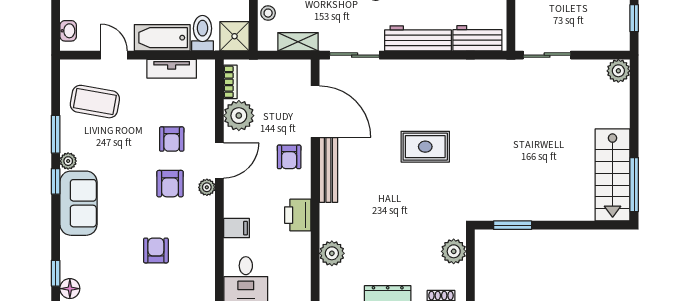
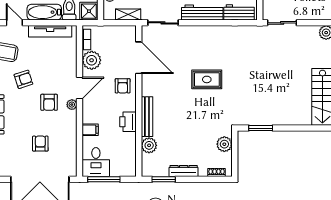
tv unit: (172, 69) -> (50, 31), width x1.41
armchair: (172, 139) -> (23, 79), moved, turned -108
bench: (328, 170) -> (147, 117), moved

